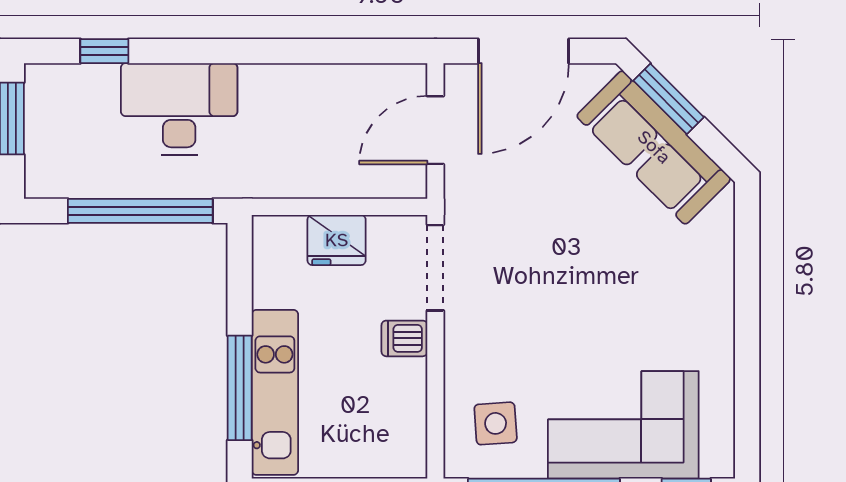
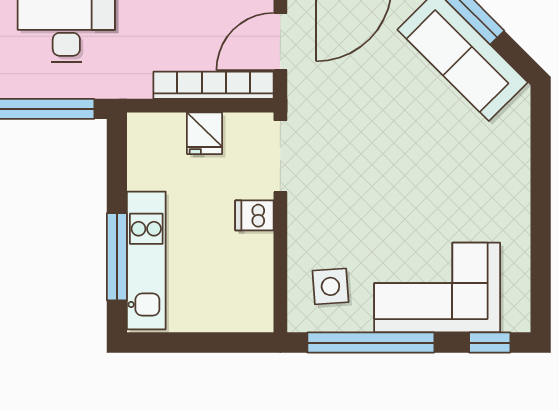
bookcase: (355, 183) -> (214, 85), added
fridge: (337, 240) -> (204, 133), width x0.72

